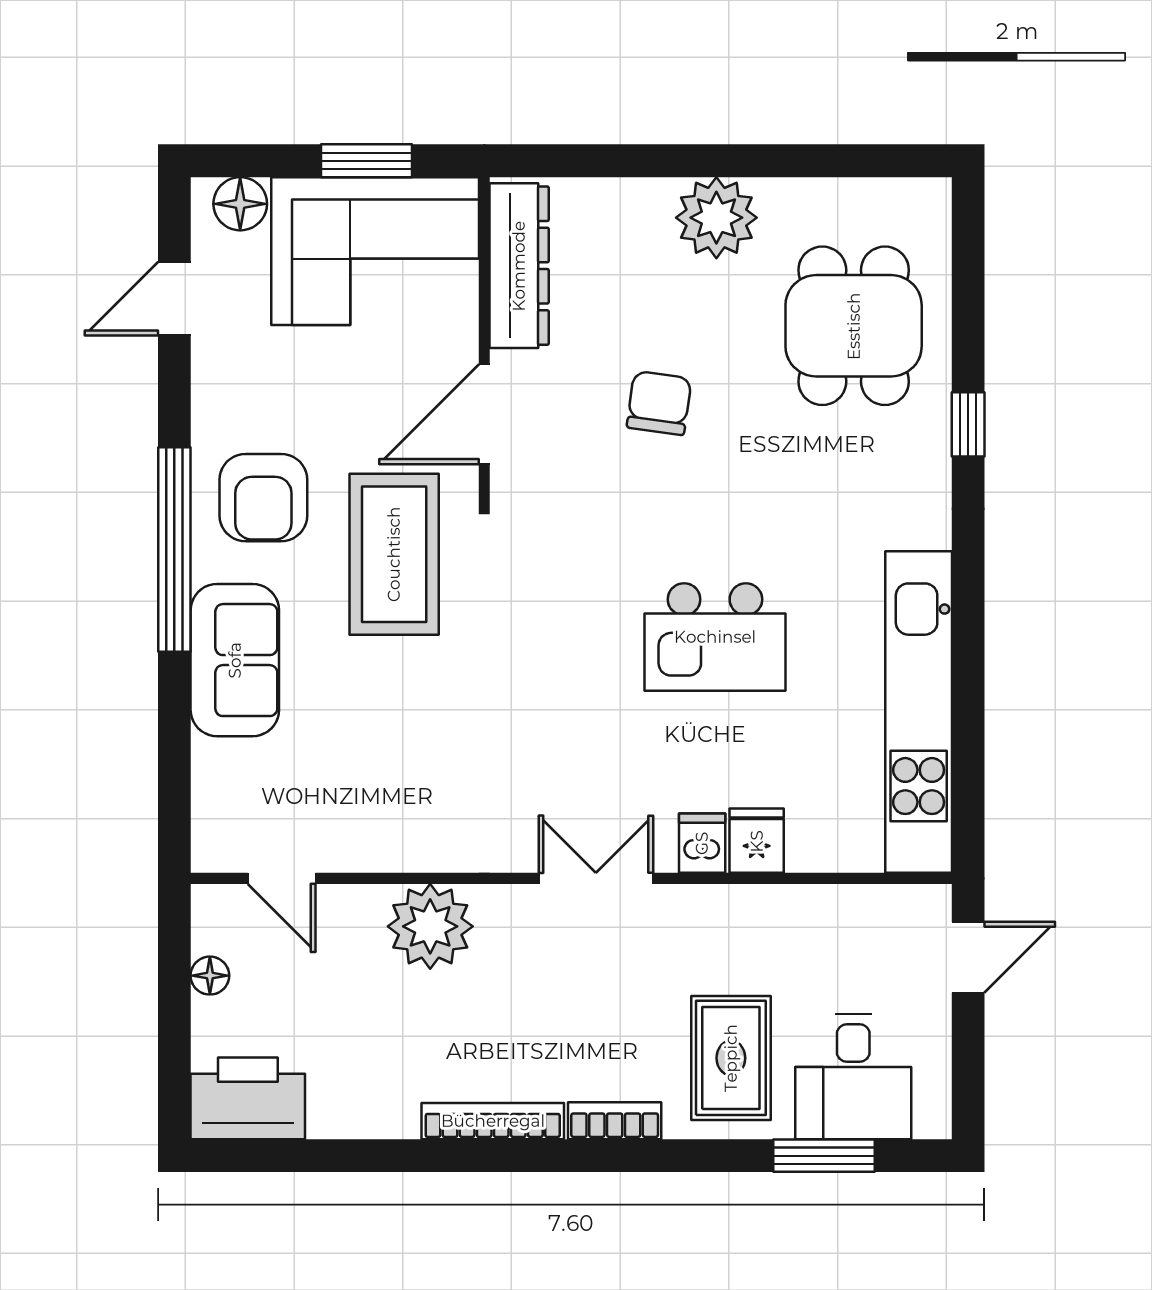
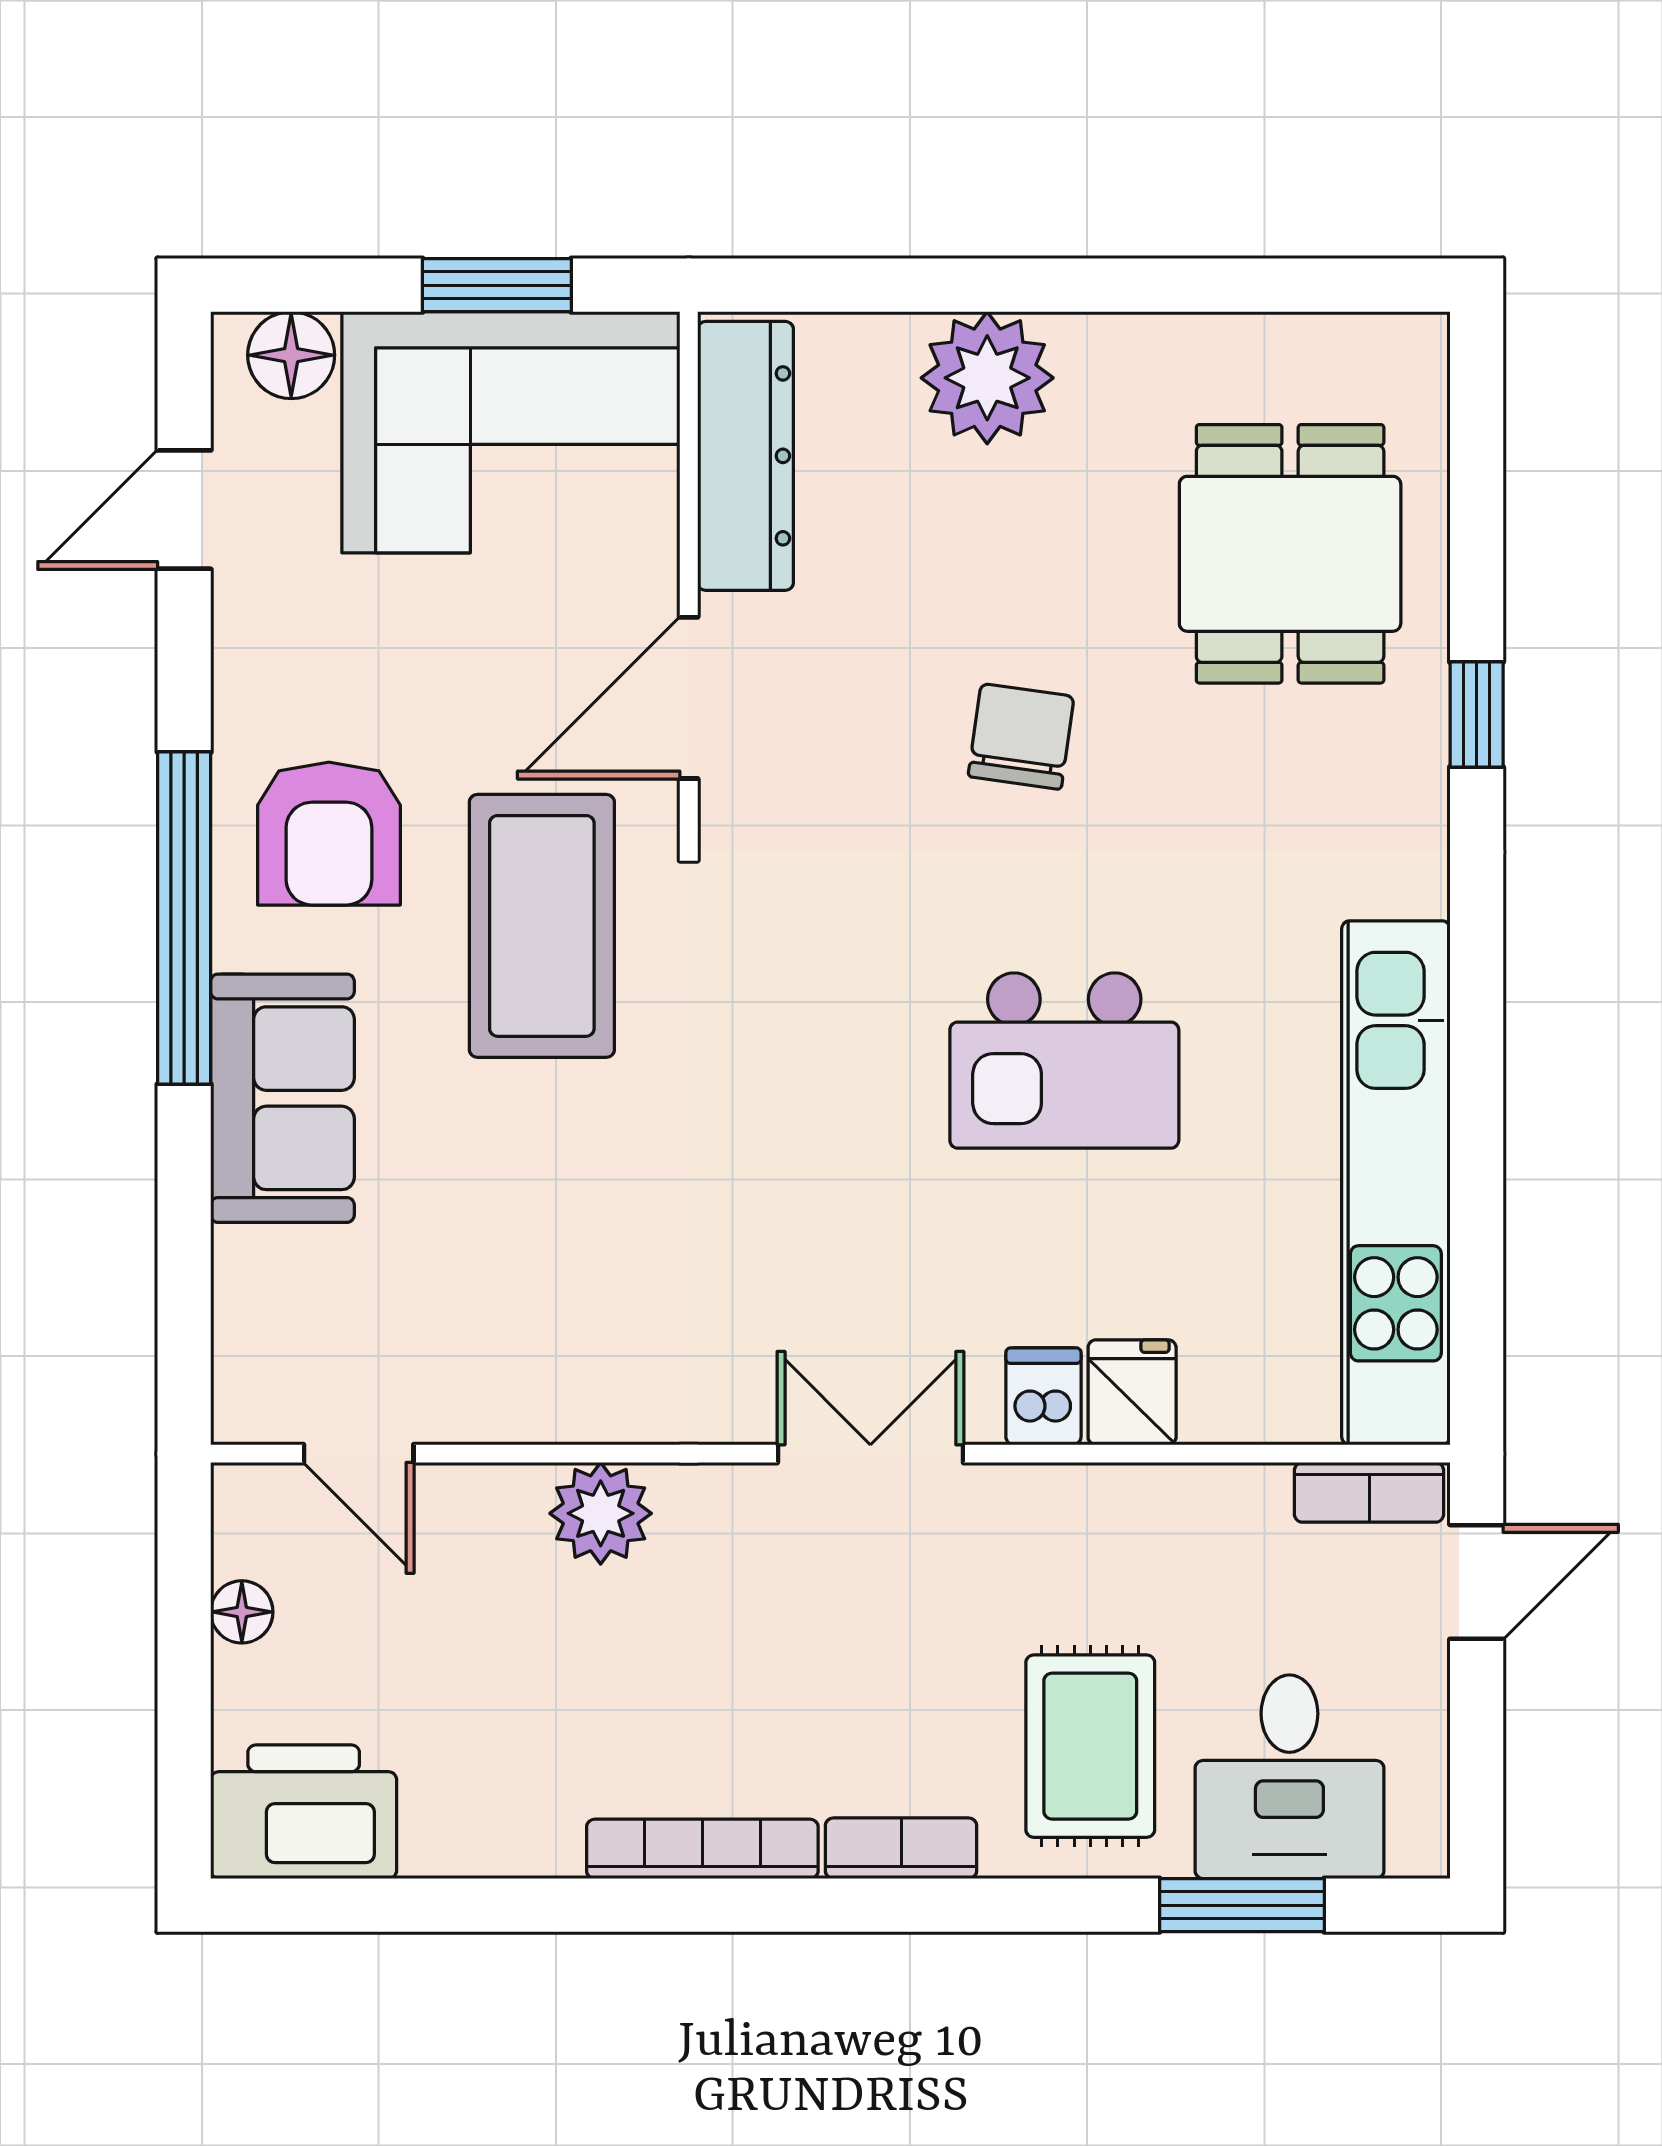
plant: (716, 218) -> (987, 378), moved
chair: (659, 403) -> (1021, 736), moved
bookcase: (902, 902) -> (1369, 1492), added
plant: (430, 926) -> (601, 1513), width x0.73, depth x0.73

